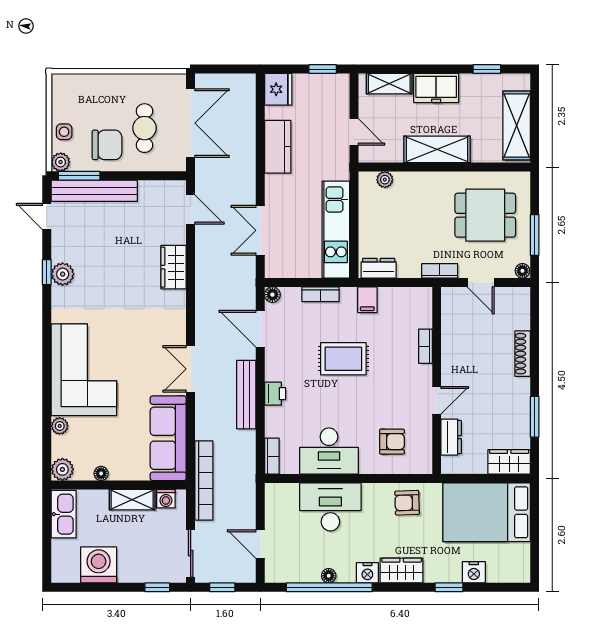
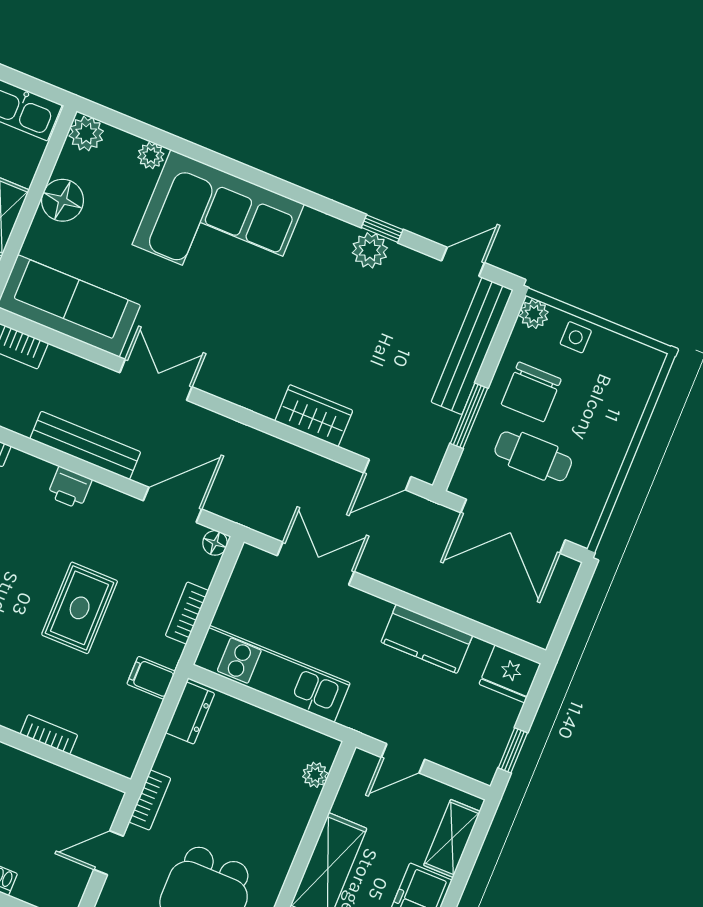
window: (79, 176) -> (469, 416), moved
floor lamp: (101, 473) -> (63, 200), width x1.89, depth x1.89

